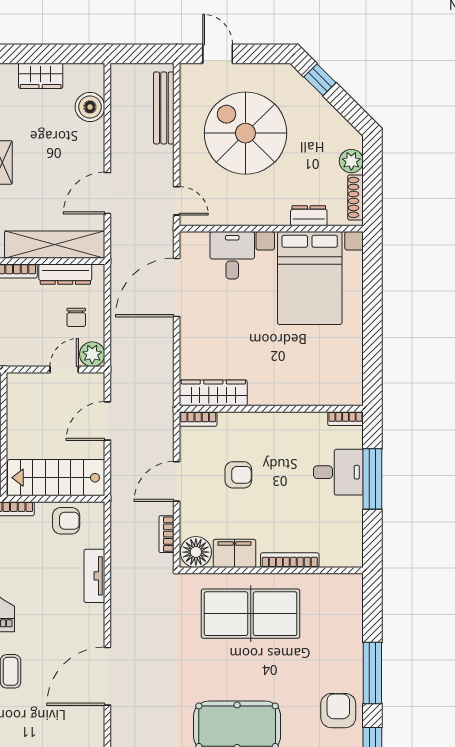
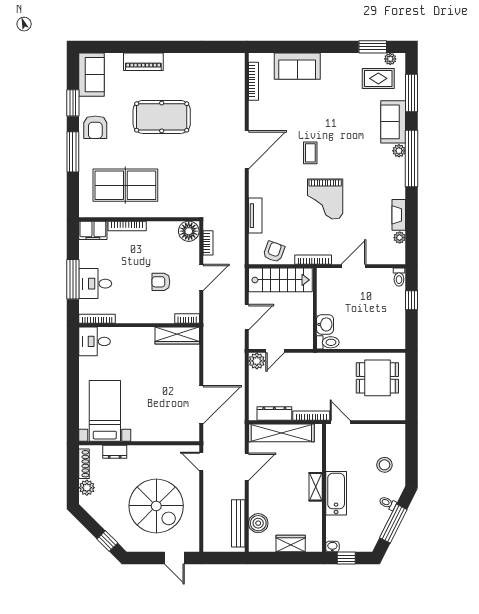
bench: (164, 108) -> (238, 523), moved
desk: (232, 255) -> (95, 341), moved, turned 90
bed with nightstands: (310, 278) -> (105, 411), width x0.73
chair: (76, 317) -> (267, 385), removed
bookcase: (346, 419) -> (97, 319), width x1.56
armchair: (66, 521) -> (274, 252), turned 110
filing cabinet: (234, 553) -> (93, 230), moved
table tennis table: (251, 614) -> (125, 185), moved

